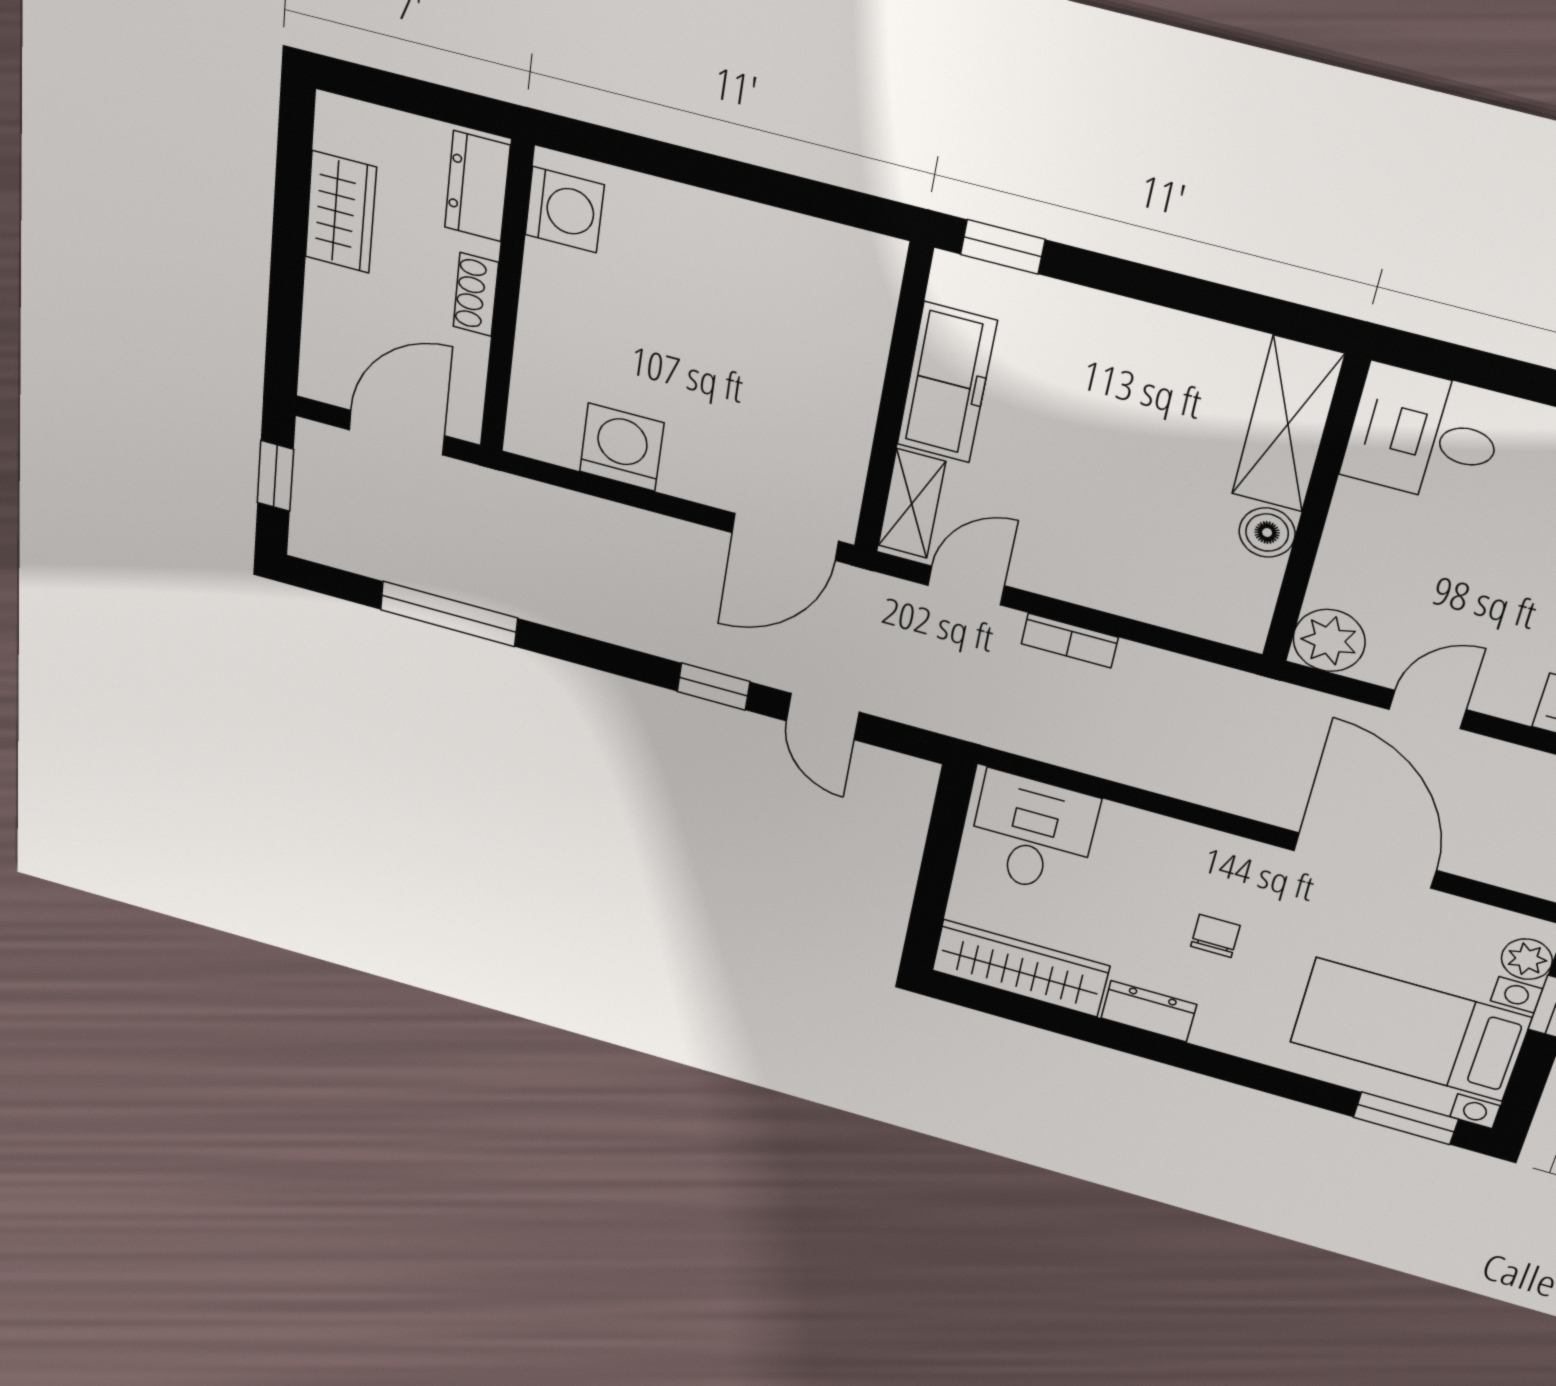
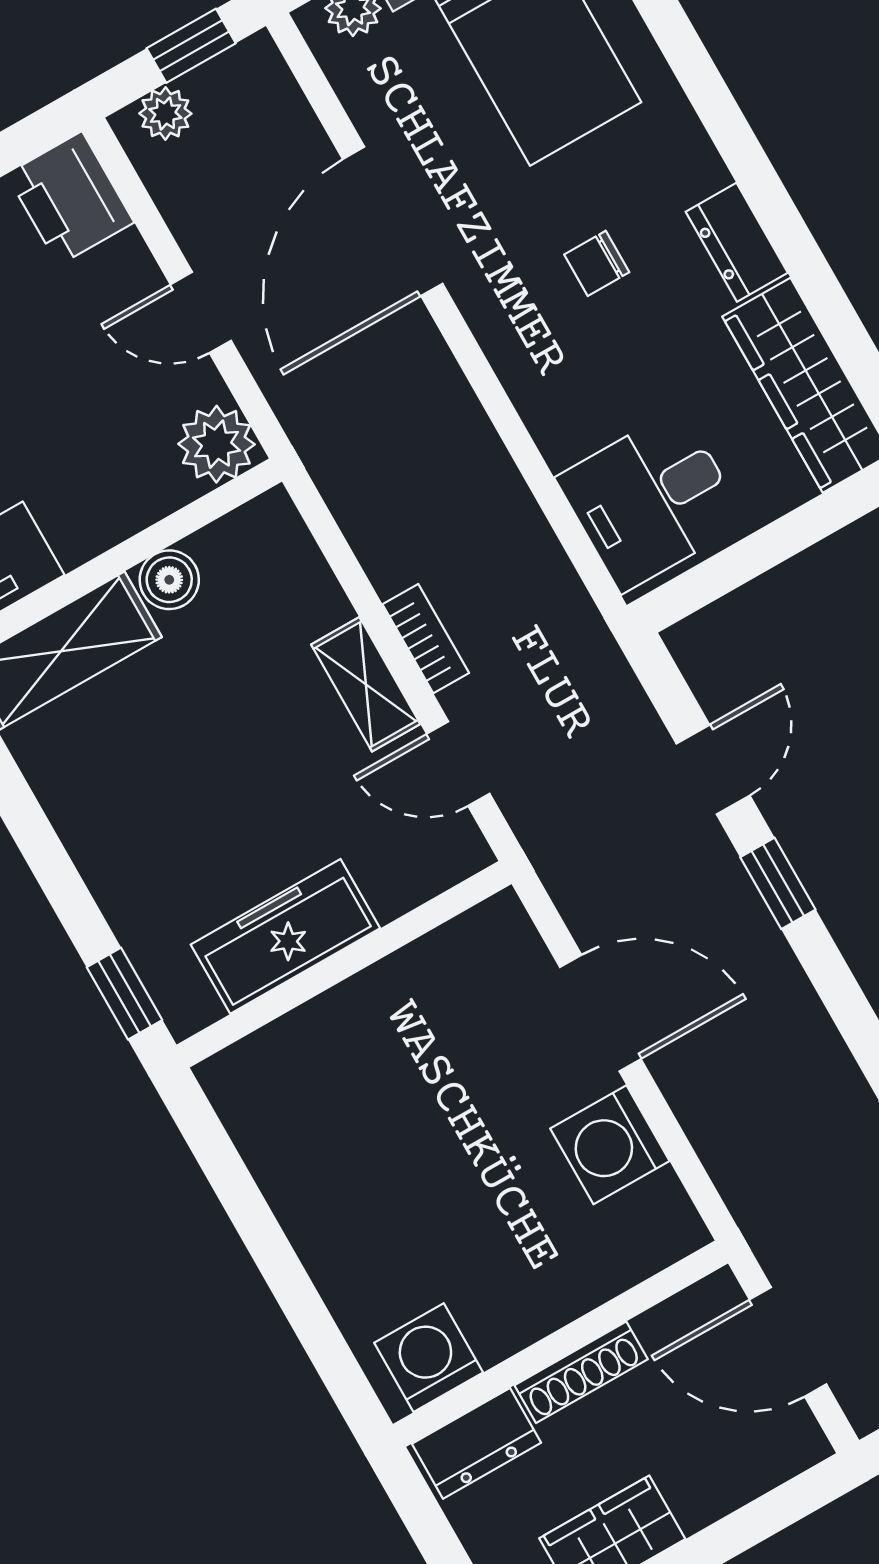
shoe rack: (476, 295) -> (581, 1372), width x1.43
shelving: (912, 504) -> (366, 684), moved, turned 90
door: (785, 537) -> (600, 1013), moved

